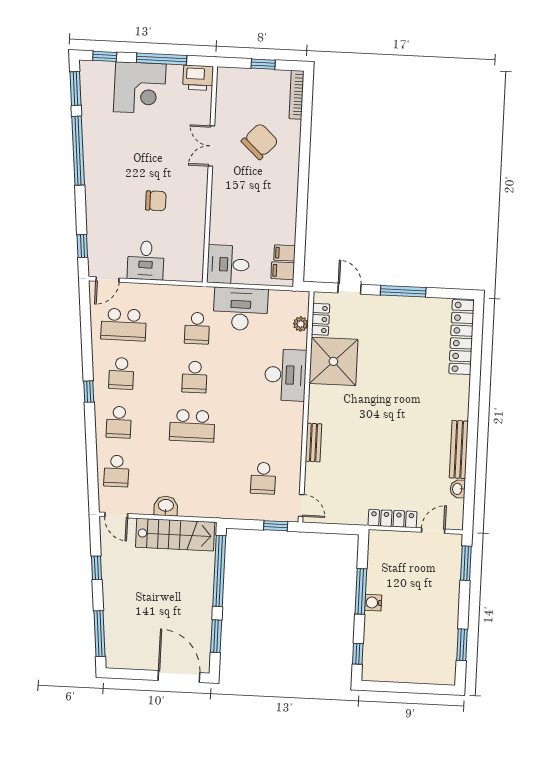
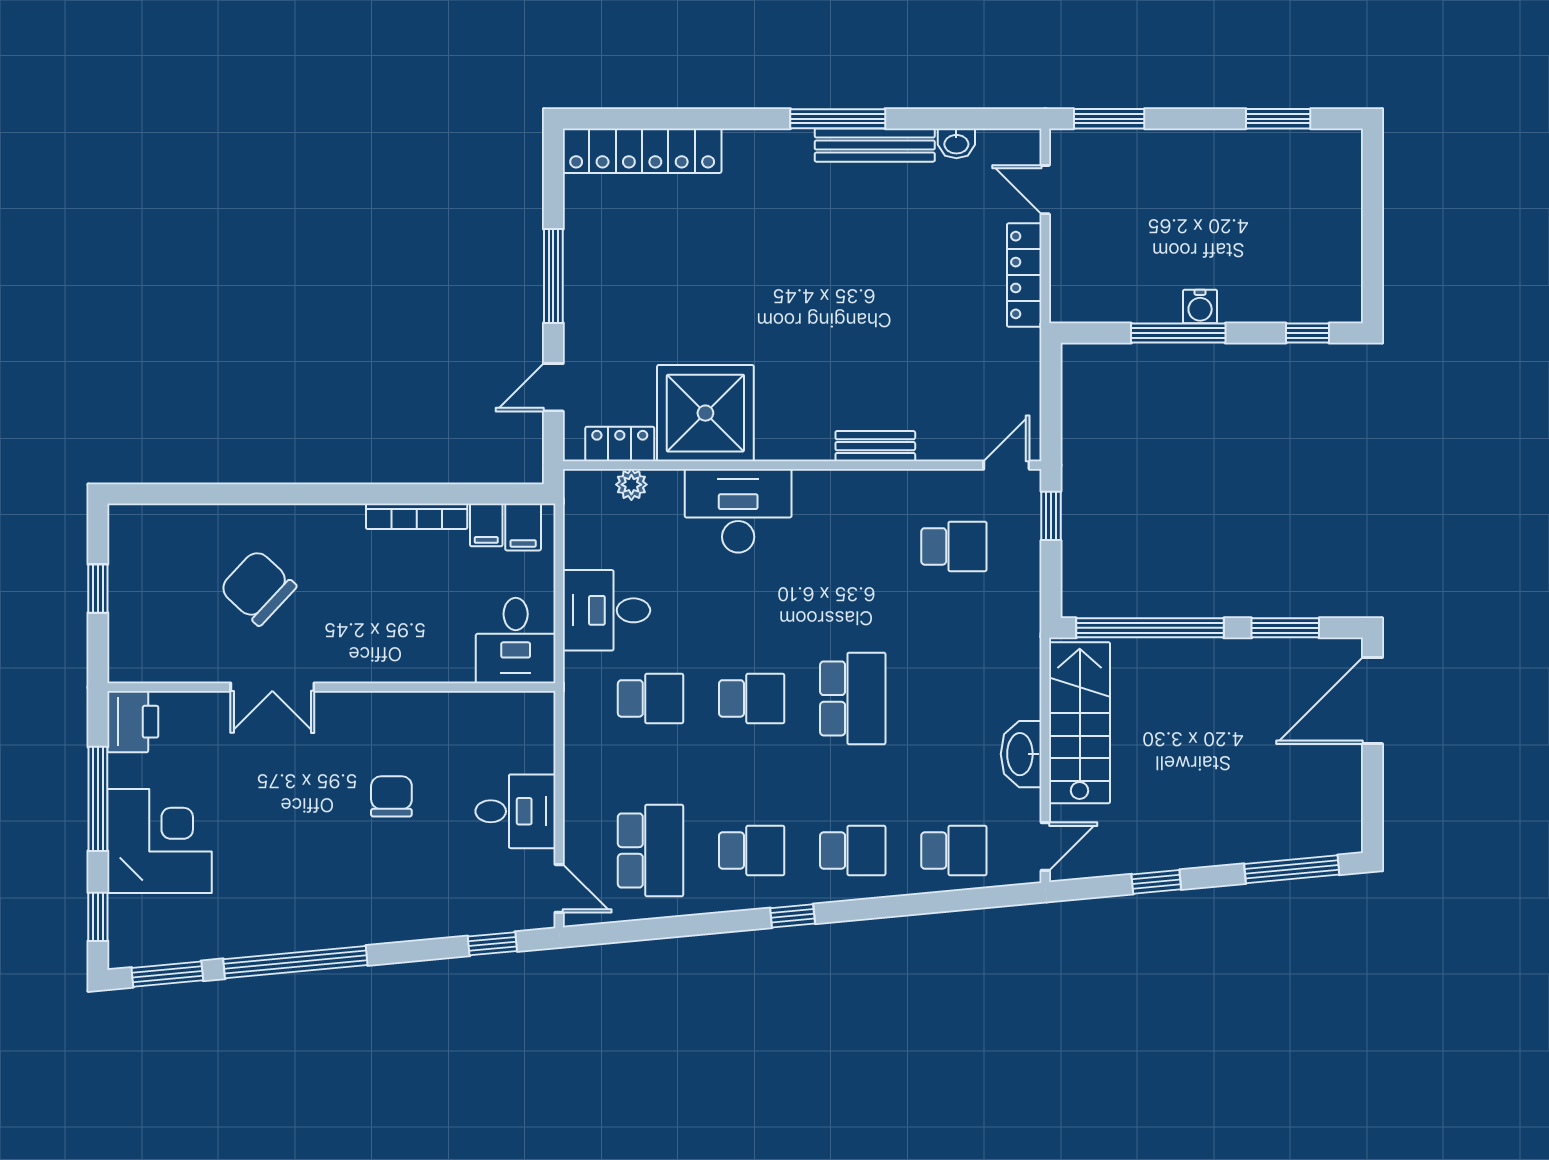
bookcase: (297, 95) -> (417, 516), moved
desk: (241, 309) -> (606, 610), width x0.73
window: (472, 432) -> (838, 119), added
washbasin: (166, 506) -> (1021, 754), width x1.38

